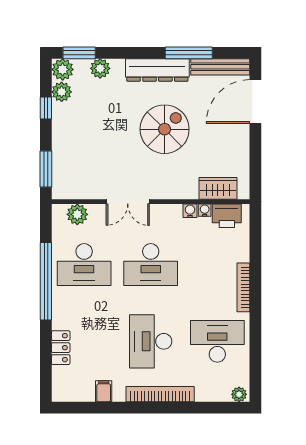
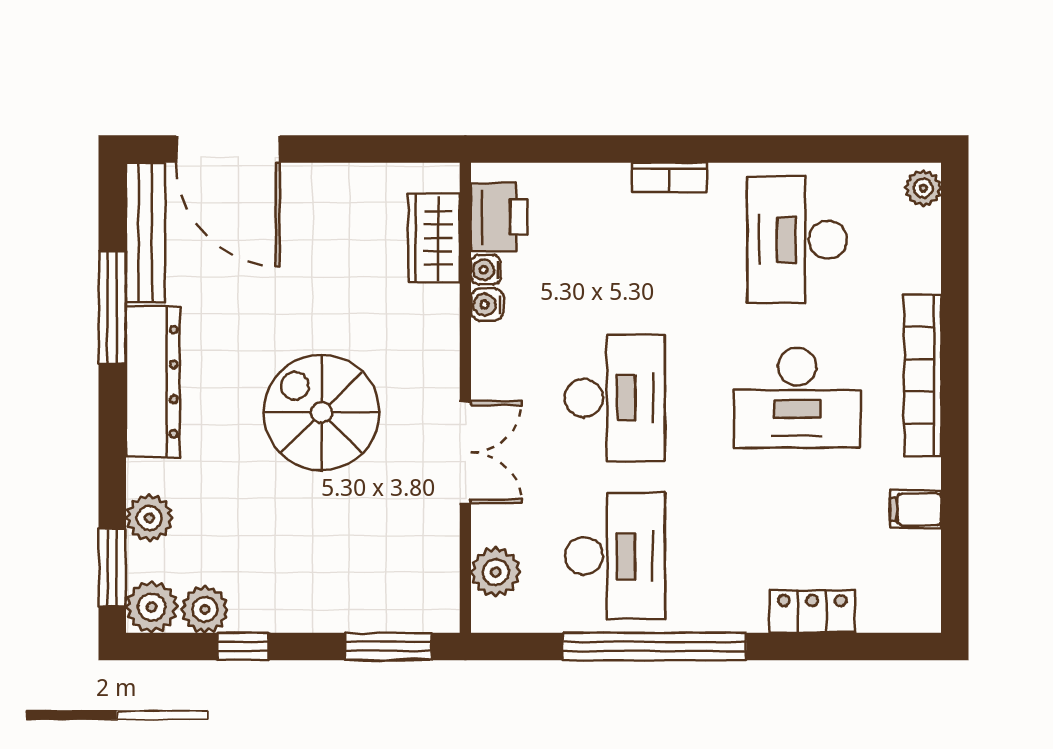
spiral stairs: (165, 129) -> (321, 412), moved
bookcase: (243, 287) -> (669, 178), width x0.64

